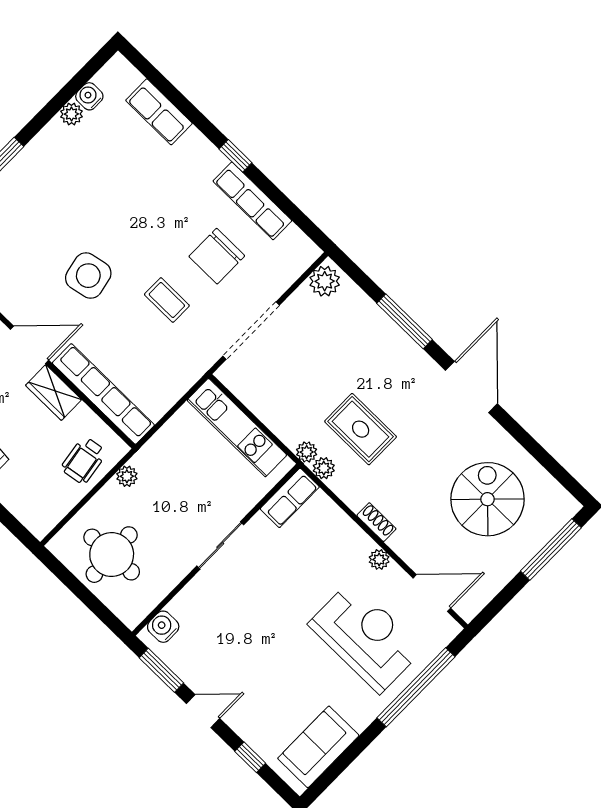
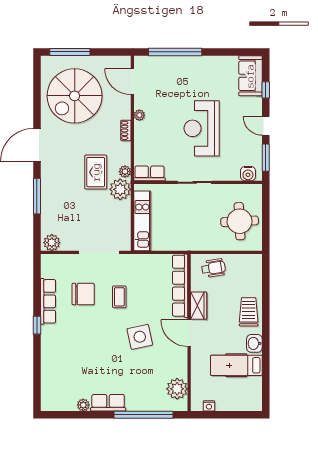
water cooler: (89, 96) -> (70, 405), removed
row of seats: (159, 112) -> (108, 403), moved, turned -90
plant: (307, 452) -> (120, 189), width x1.87, depth x1.87
plant: (127, 476) -> (203, 245), removed
spiral stairs: (488, 499) -> (75, 96), width x1.37, depth x1.37
reception desk: (366, 637) -> (202, 128), moved
sofa: (318, 747) -> (250, 76), moved, turned 90

